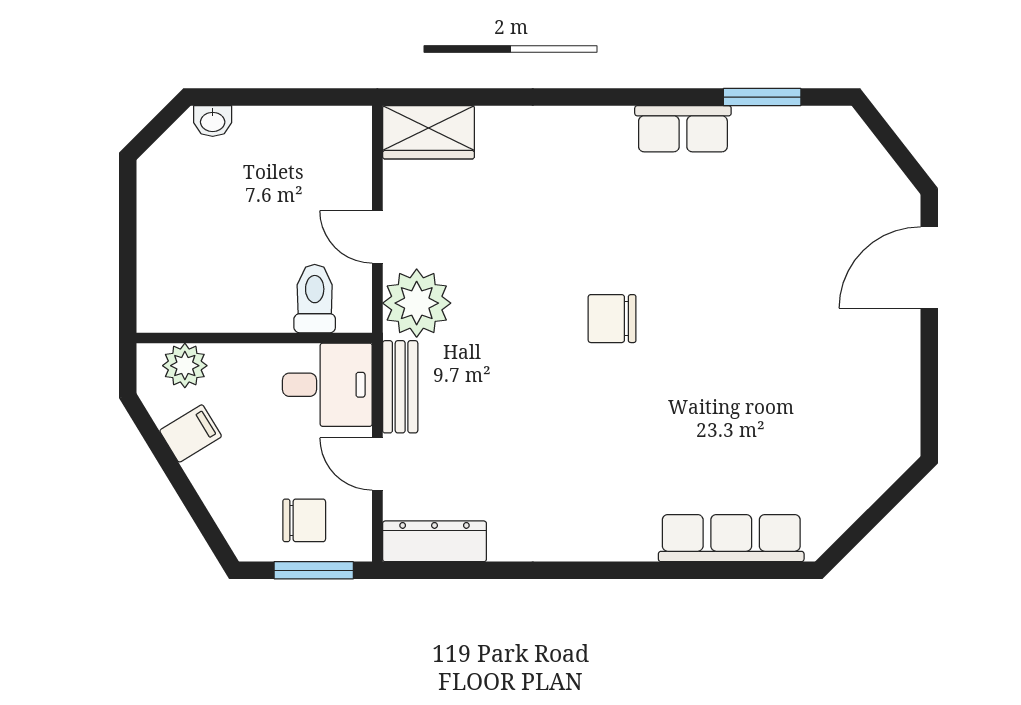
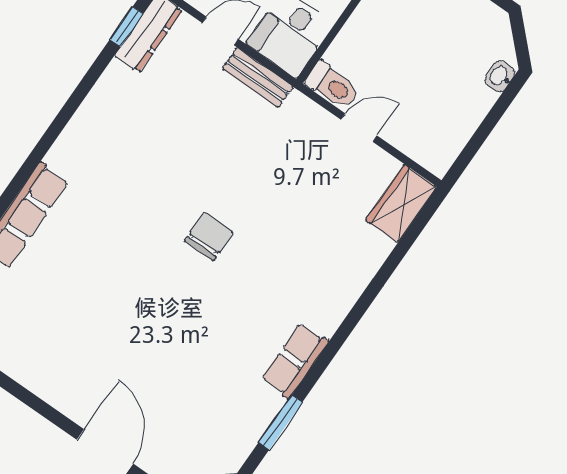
toilet: (315, 299) -> (332, 85), moved
plant: (417, 303) -> (302, 124), removed
window: (445, 570) -> (127, 27), added

